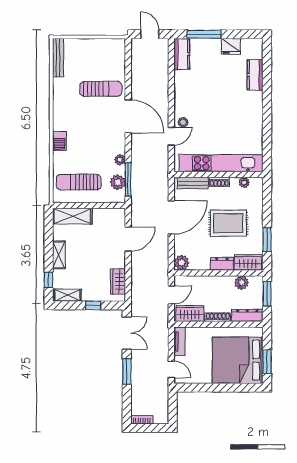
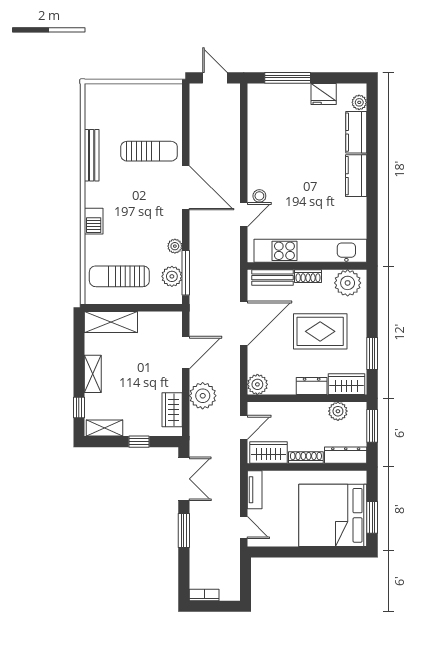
plant: (257, 53) -> (359, 102), added
kitchen counter: (182, 54) -> (356, 176), moved, turned 180
bench: (58, 58) -> (92, 155), moved
plant: (244, 182) -> (348, 283), width x1.88, depth x1.88
plant: (141, 271) -> (203, 396), added

